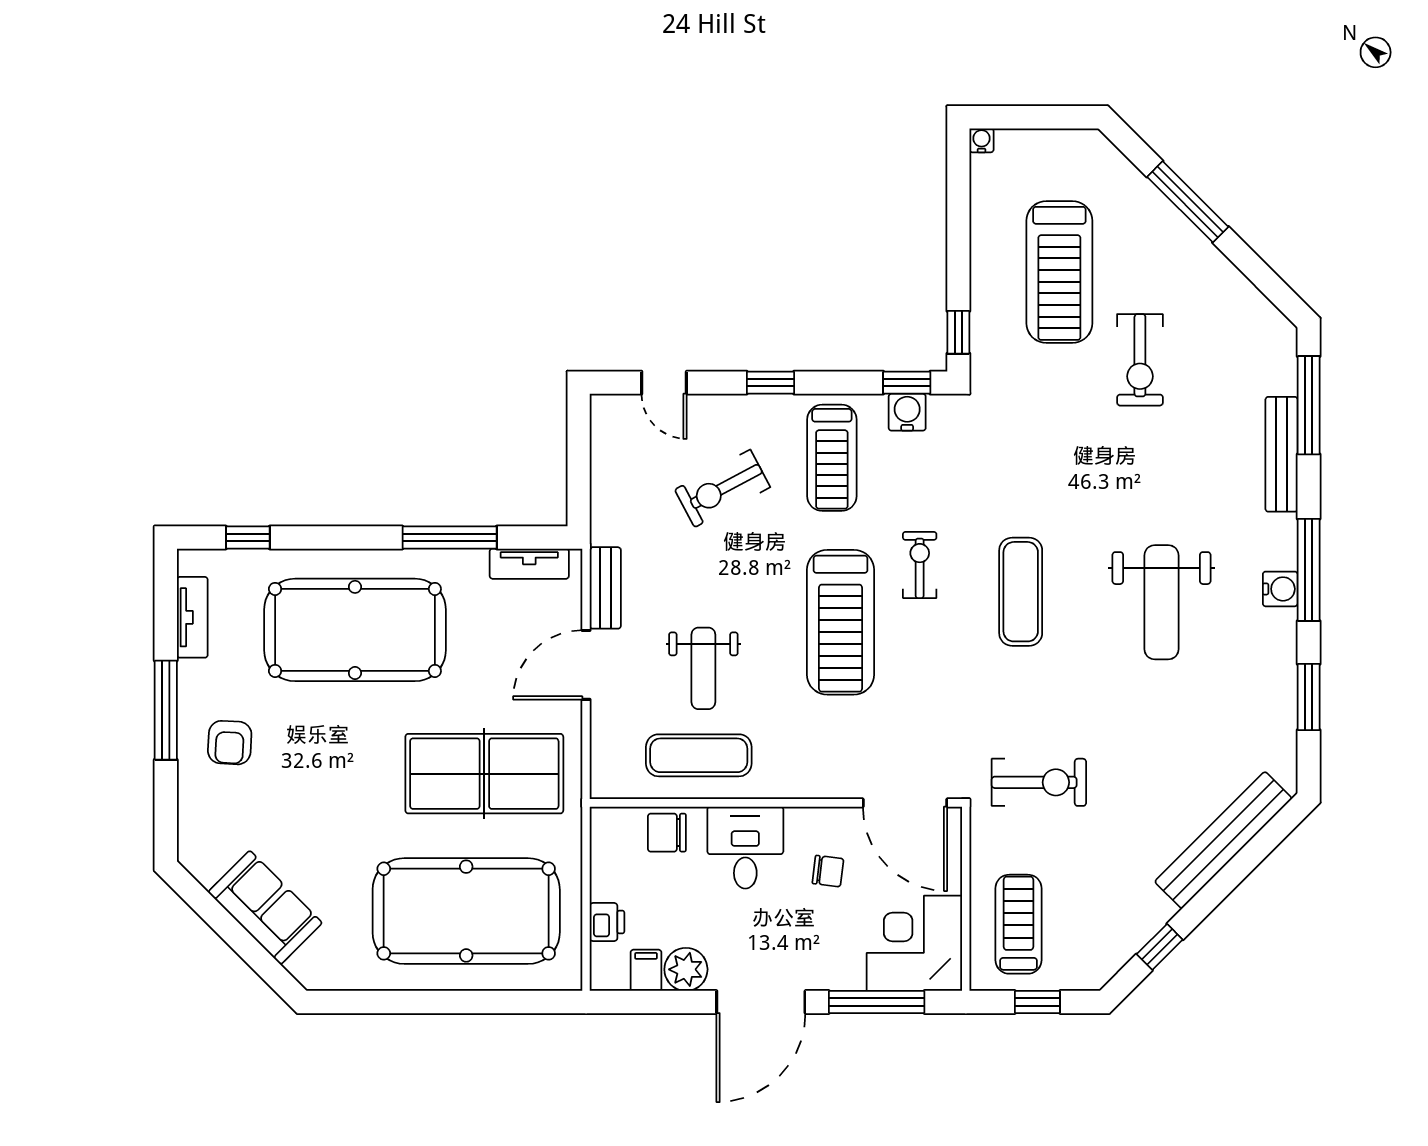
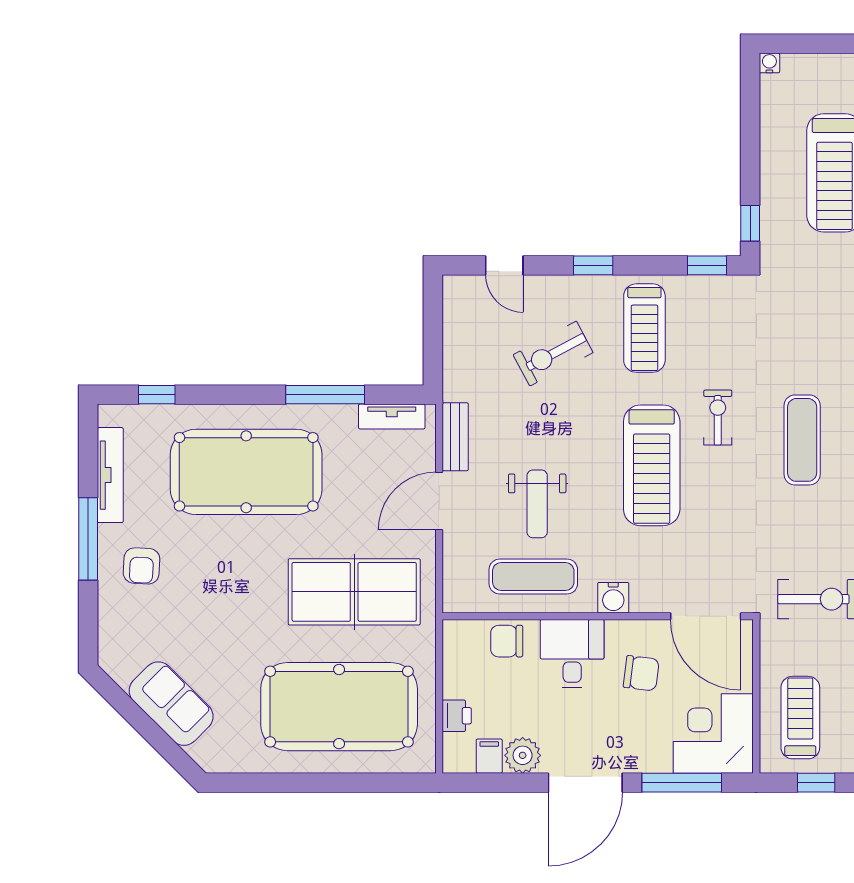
water cooler: (907, 412) -> (613, 598), moved, turned 180
tv unit: (192, 617) -> (110, 475), width x1.41
chair: (828, 871) -> (641, 673), width x1.37, depth x1.37

